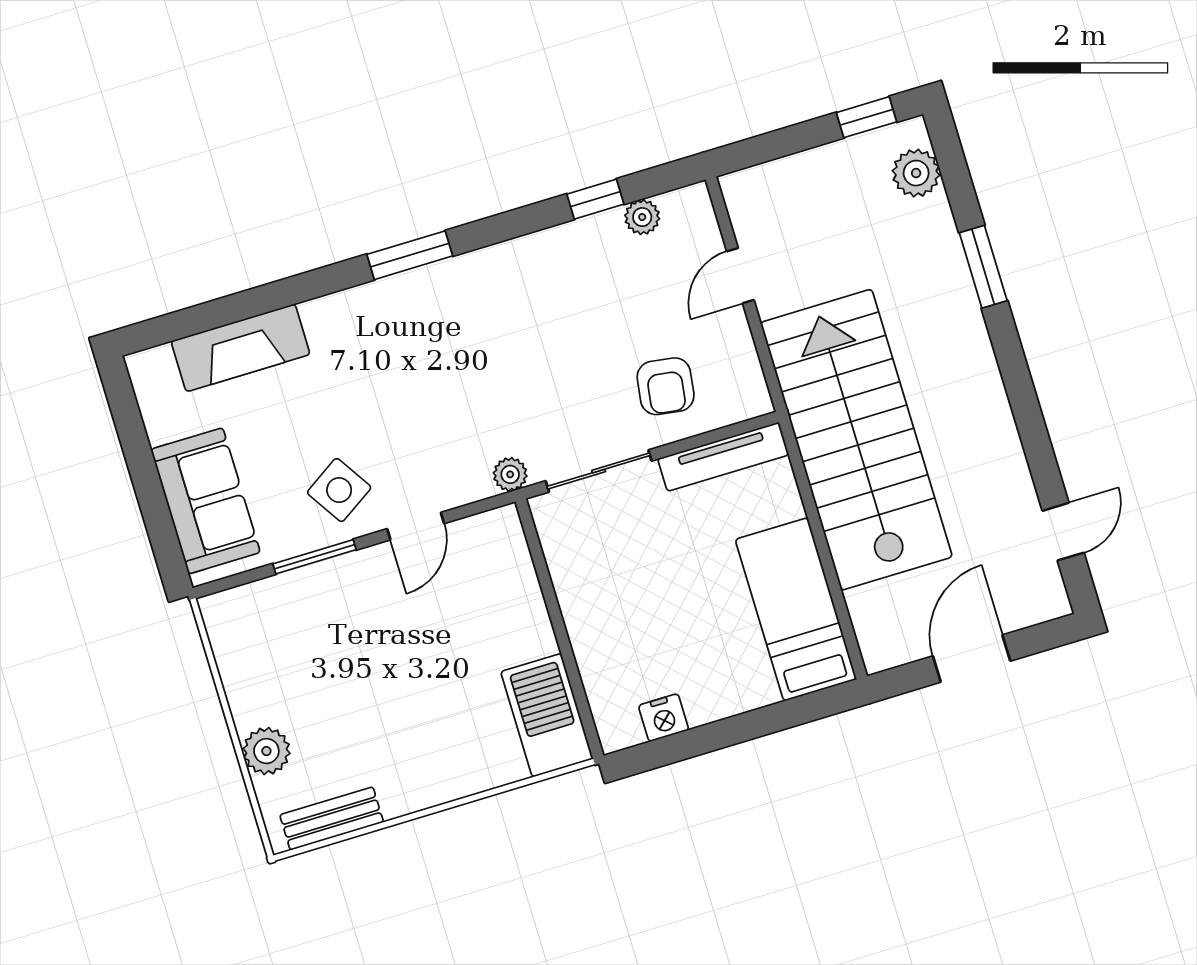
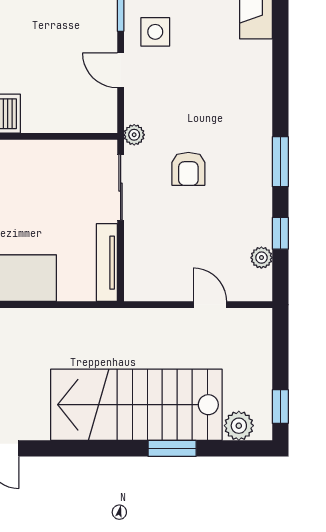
window: (410, 255) -> (280, 162), moved
armchair: (666, 386) -> (188, 169), moved, turned -98
stairs: (856, 440) -> (136, 405), moved, turned 180
side table: (339, 490) -> (155, 32), turned 33

